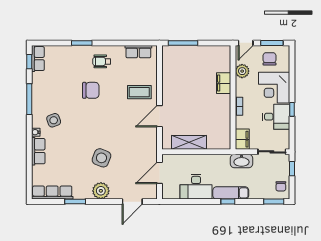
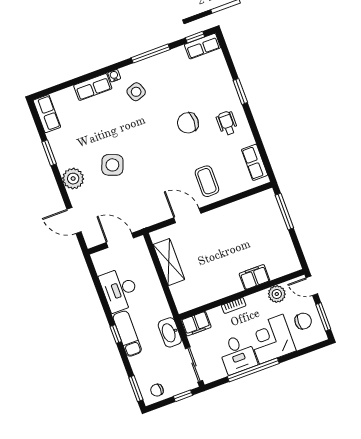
chair: (91, 90) -> (188, 123), turned 90
window: (292, 109) -> (253, 370), width x3.17
row of seats: (52, 193) -> (47, 114), width x0.68

